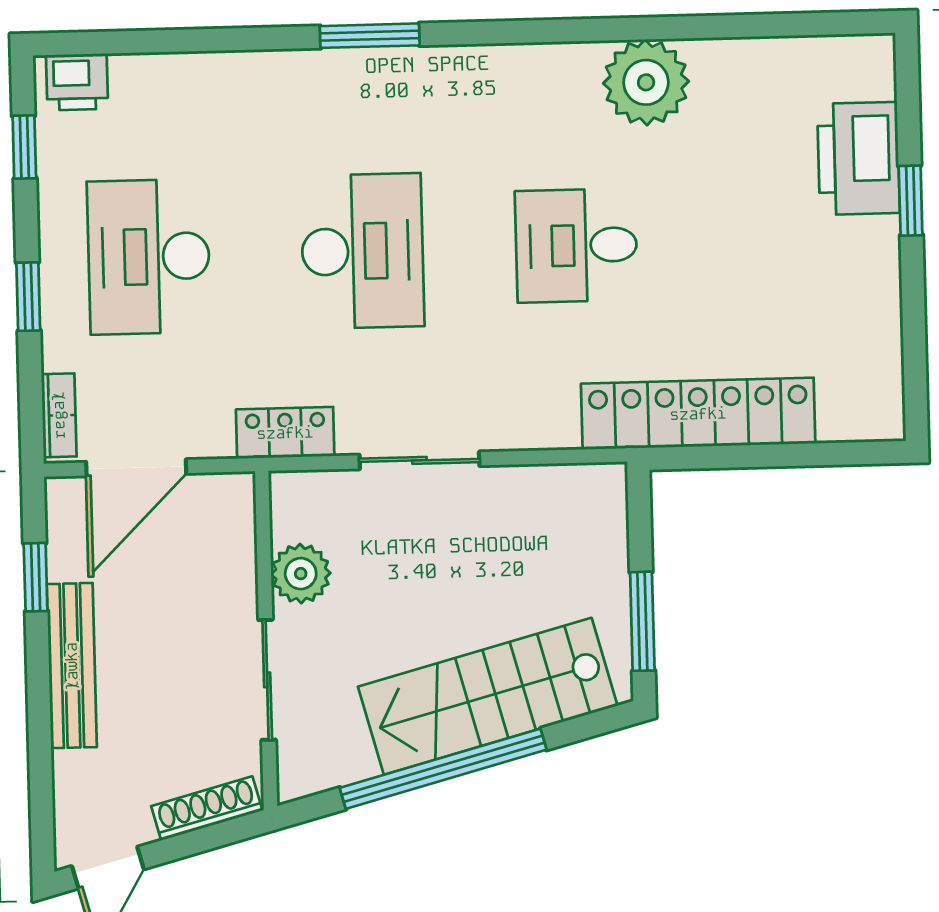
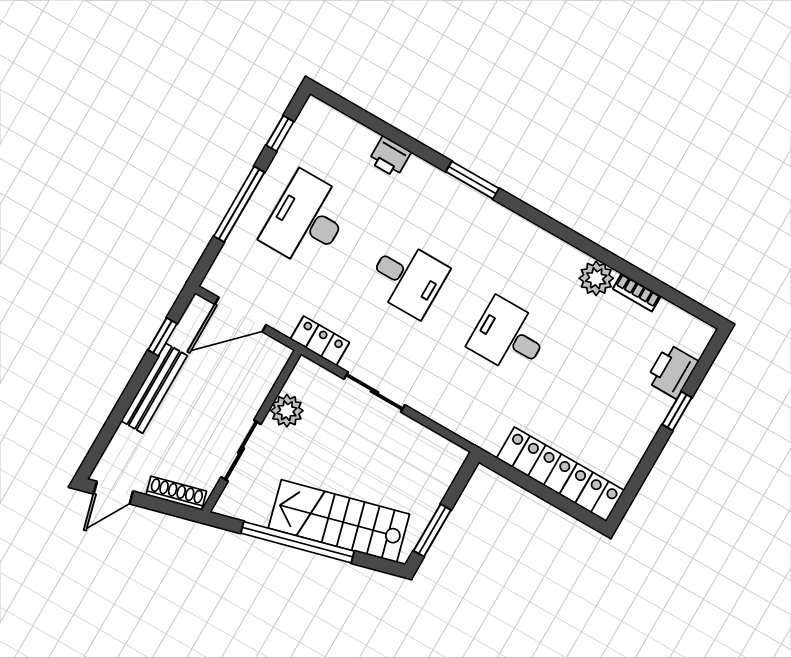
printer: (77, 82) -> (390, 157), moved
plant: (646, 82) -> (596, 278), width x0.73, depth x0.73
printer: (859, 158) -> (672, 371), width x0.73, depth x0.84
desk: (362, 251) -> (408, 278), width x0.73
window: (28, 297) -> (239, 204), width x2.17
locker: (698, 414) -> (560, 474), moved
bookcase: (59, 415) -> (637, 292), moved, turned 90

